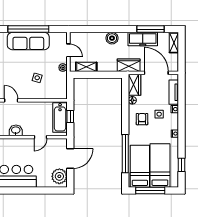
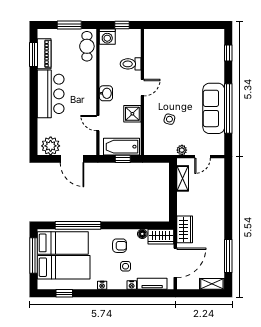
boiler: (112, 38) -> (217, 209), removed
freezer: (143, 39) -> (216, 247), removed
shower: (33, 108) -> (132, 114), added

